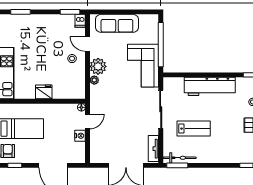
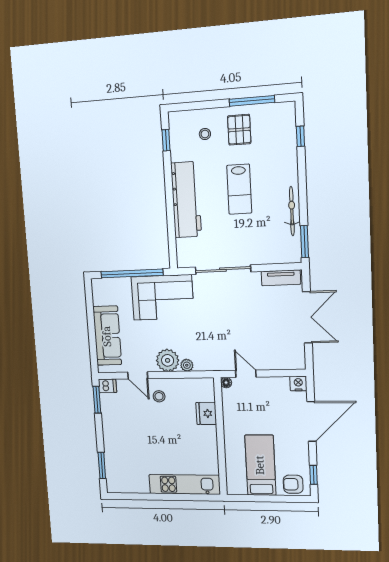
door: (87, 44) -> (138, 375), hinge flipped
fridge: (44, 92) -> (206, 413), moved
lab bench: (194, 129) -> (239, 189), moved, turned 180
nightstand: (80, 136) -> (298, 383), moved
bicycle: (180, 158) -> (292, 211), moved

